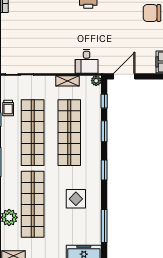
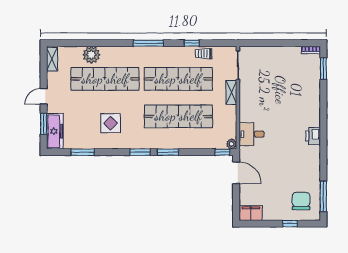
shelving: (67, 81) -> (231, 92), moved
window: (104, 101) -> (222, 152), moved
window: (104, 131) -> (168, 152), moved
window: (104, 226) -> (83, 152), width x0.69

